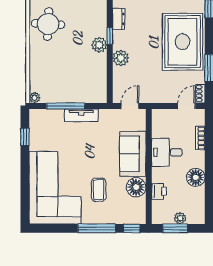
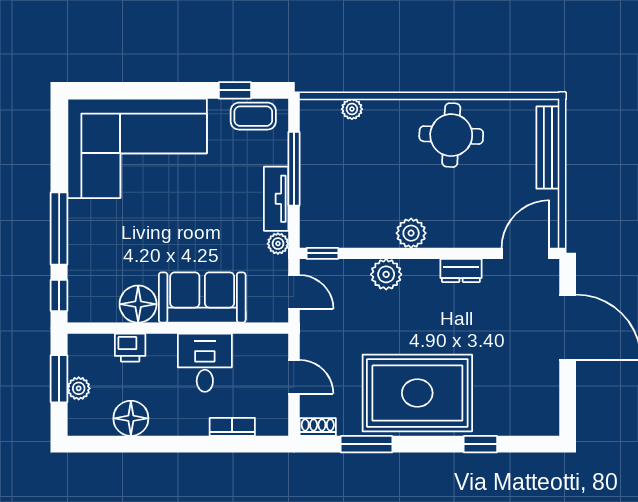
window: (110, 36) -> (322, 253), moved
plant: (35, 98) -> (352, 109), moved
door: (186, 106) -> (294, 377), moved
plant: (105, 114) -> (278, 244), added
floor lamp: (196, 177) -> (131, 418), moved
coffee table: (99, 190) -> (253, 116), moved

